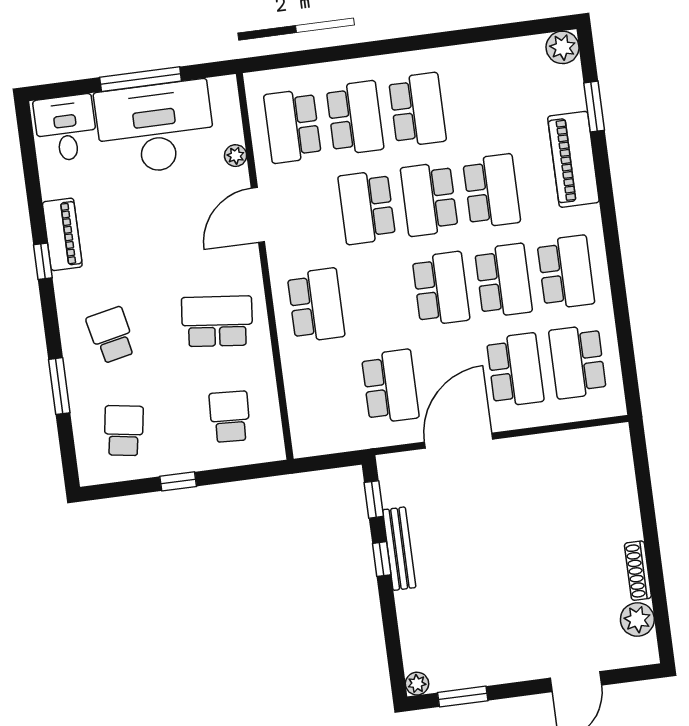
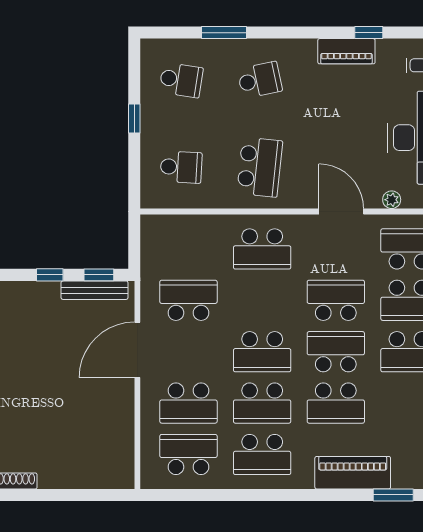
window: (43, 261) -> (369, 33), moved
school desk: (390, 386) -> (188, 300), turned 180
door: (459, 441) -> (137, 350), swing flipped
bench: (399, 549) -> (95, 290), moved

